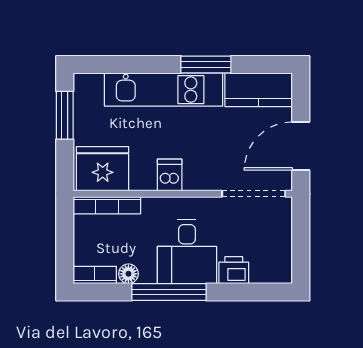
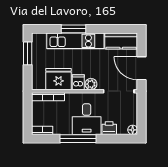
window: (206, 64) -> (73, 29), moved
door: (301, 146) -> (141, 68), hinge flipped
fridge: (103, 169) -> (59, 79), moved
plant: (196, 179) -> (91, 84), added
floor lamp: (128, 274) -> (133, 130), moved

